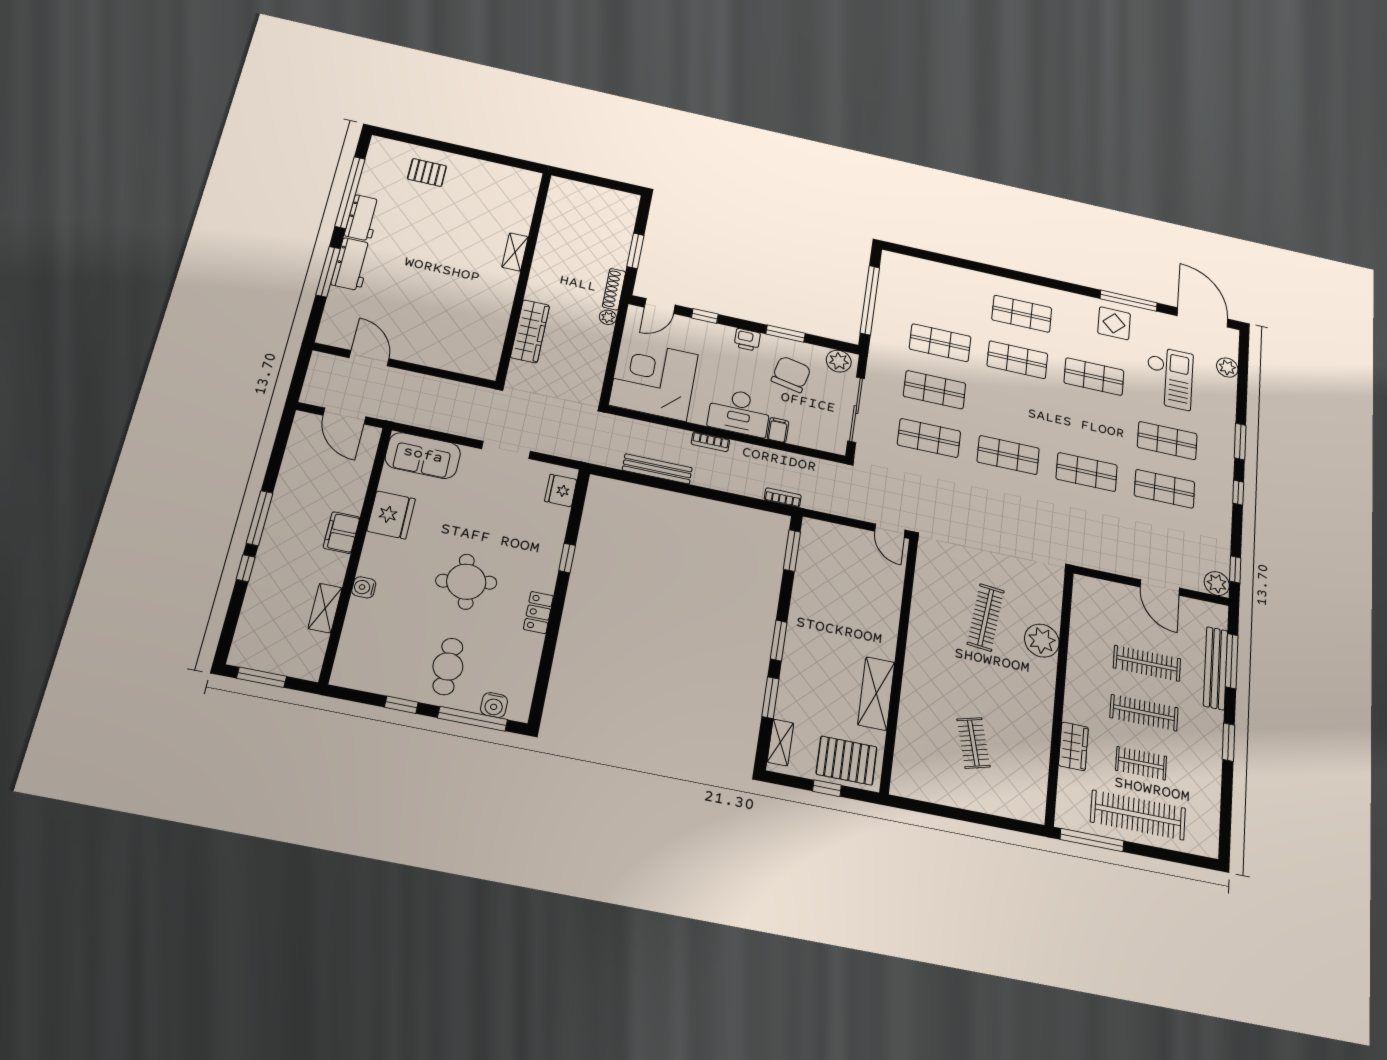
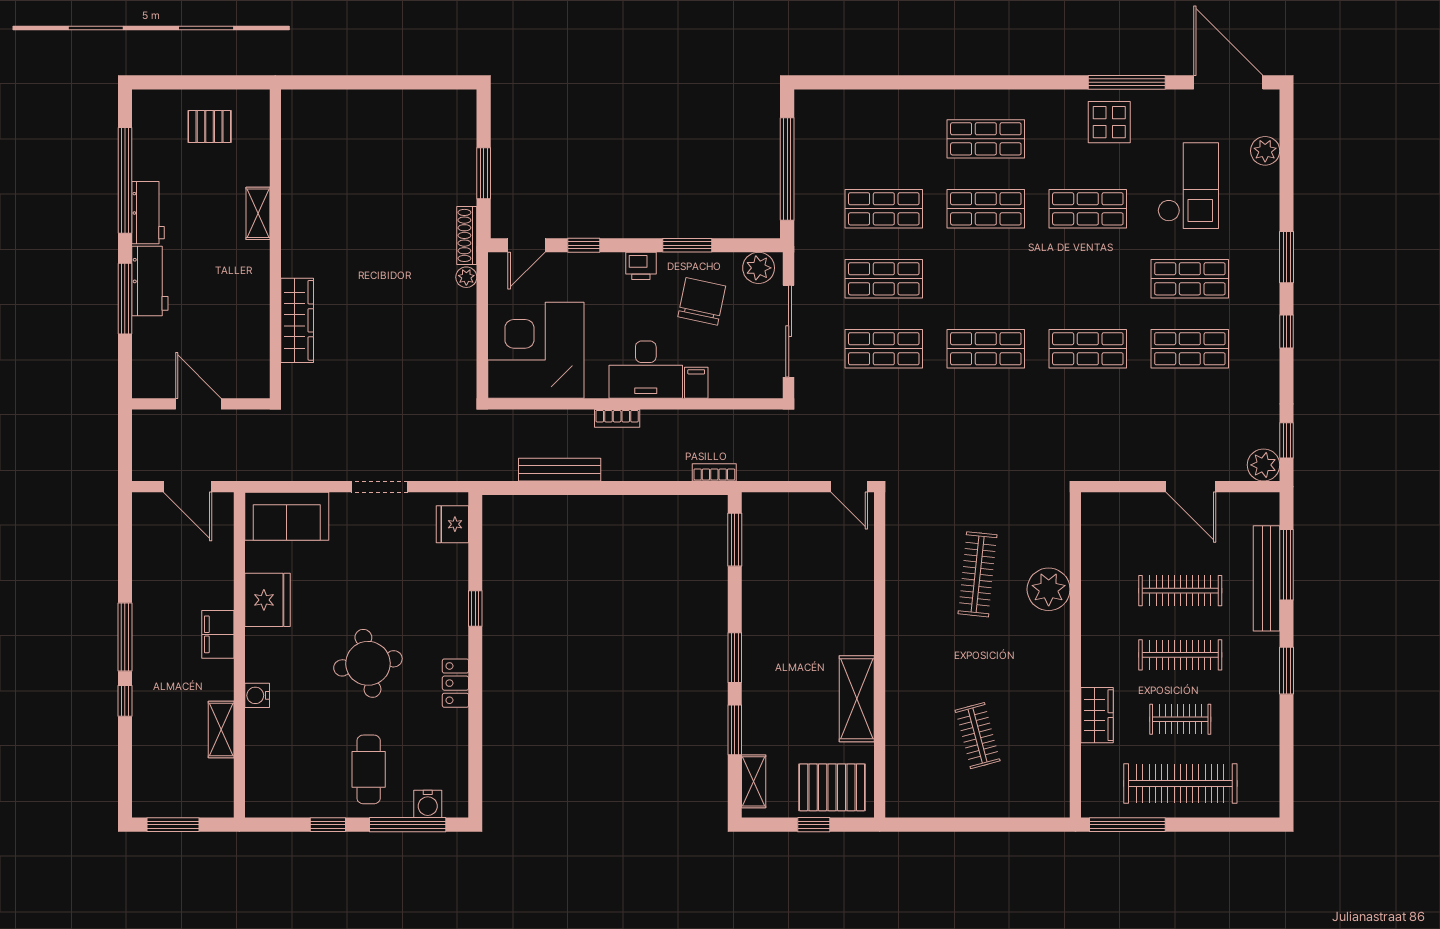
shelving: (515, 252) -> (258, 213), moved
wall: (524, 275) -> (275, 244), moved
wardrobe: (530, 331) -> (297, 320), moved

